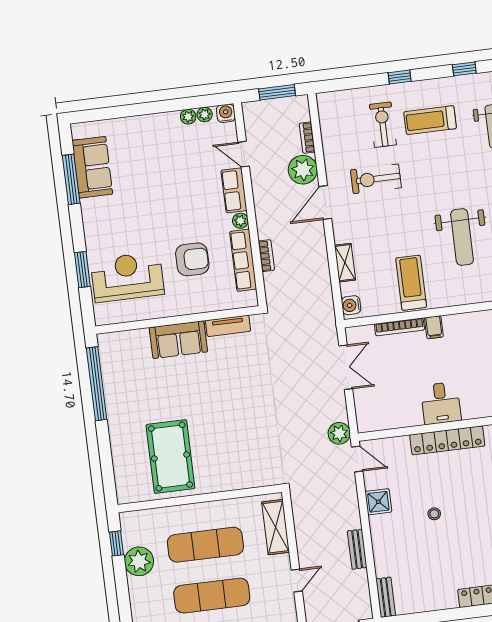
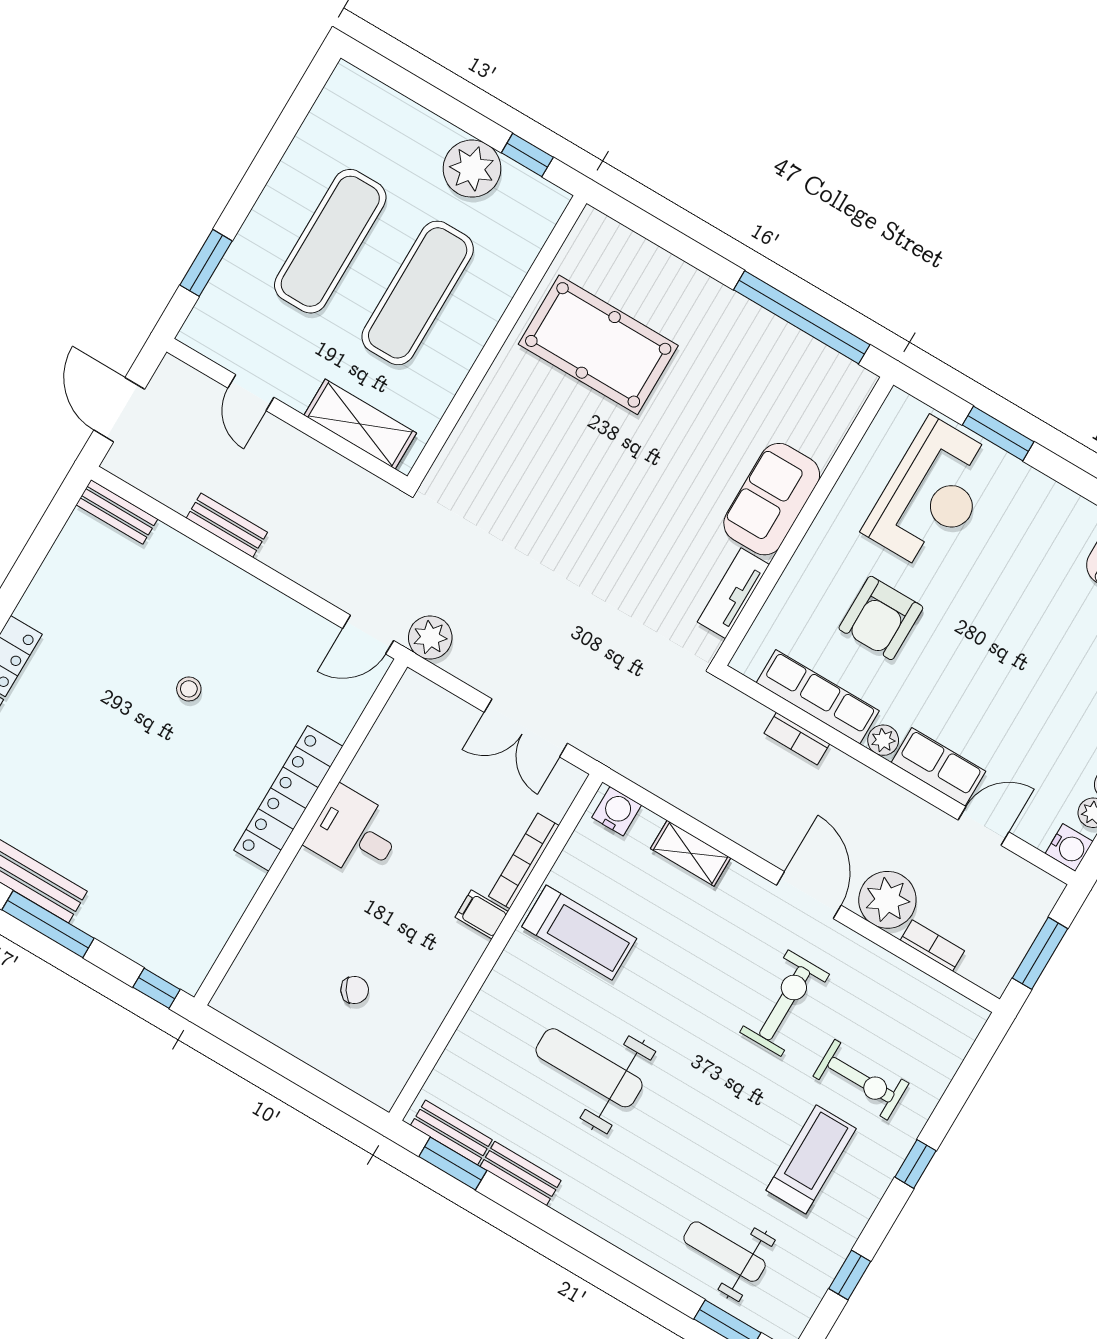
shower: (378, 502) -> (275, 616), removed

